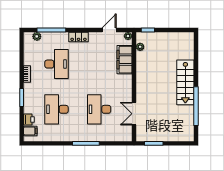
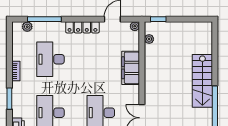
locker: (79, 37) -> (82, 27), width x1.53
filing cabinet: (124, 60) -> (131, 68), moved
desk: (56, 64) -> (51, 59), turned 180

